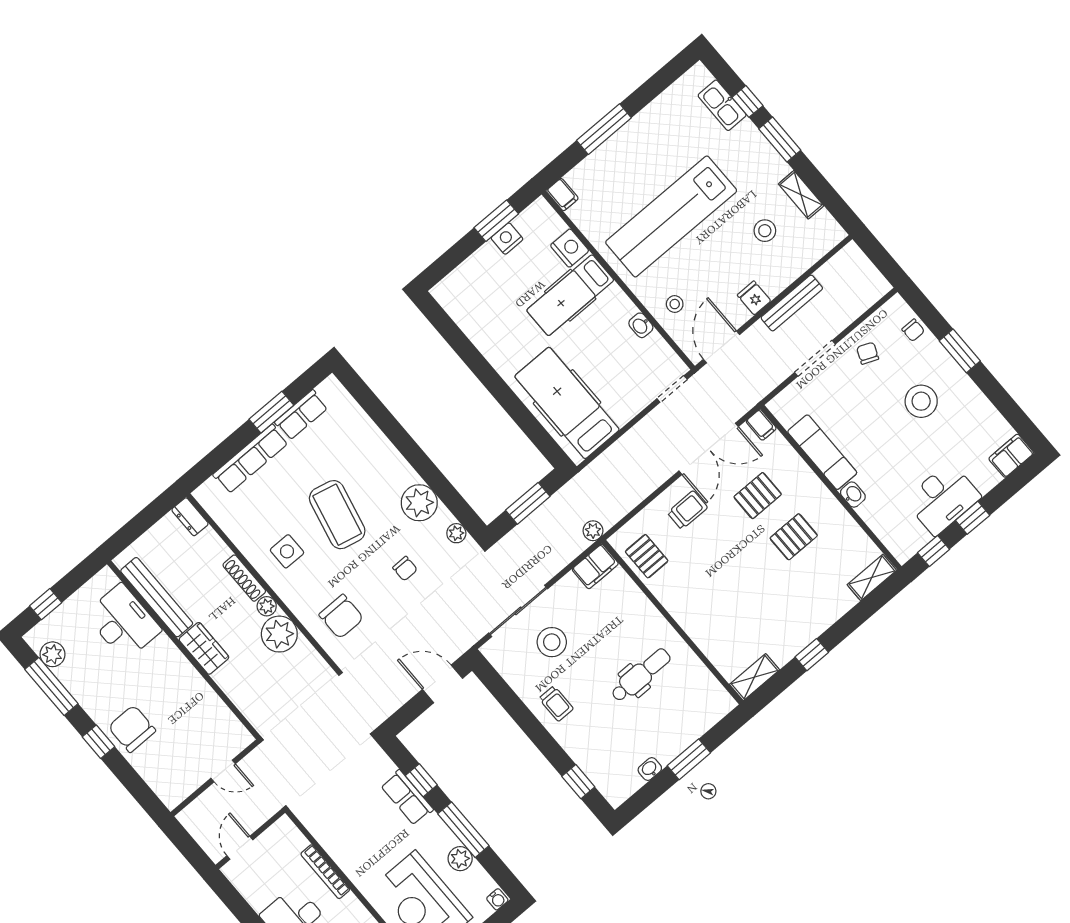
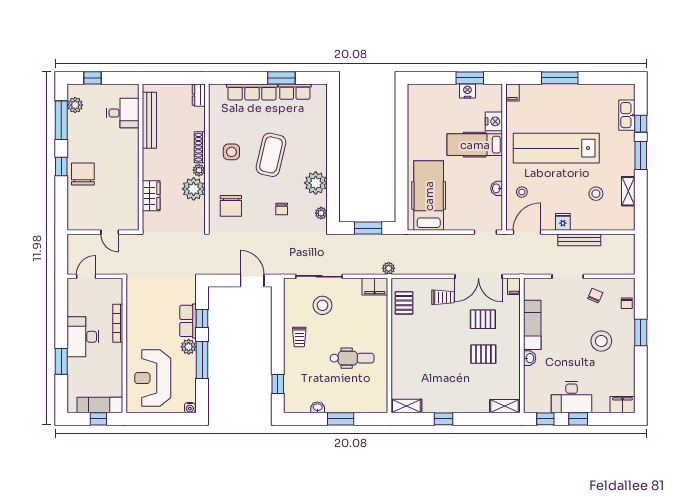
desk: (123, 622) -> (123, 113), width x0.73
wardrobe: (204, 648) -> (151, 196), moved
plant: (460, 859) -> (189, 347), moved

